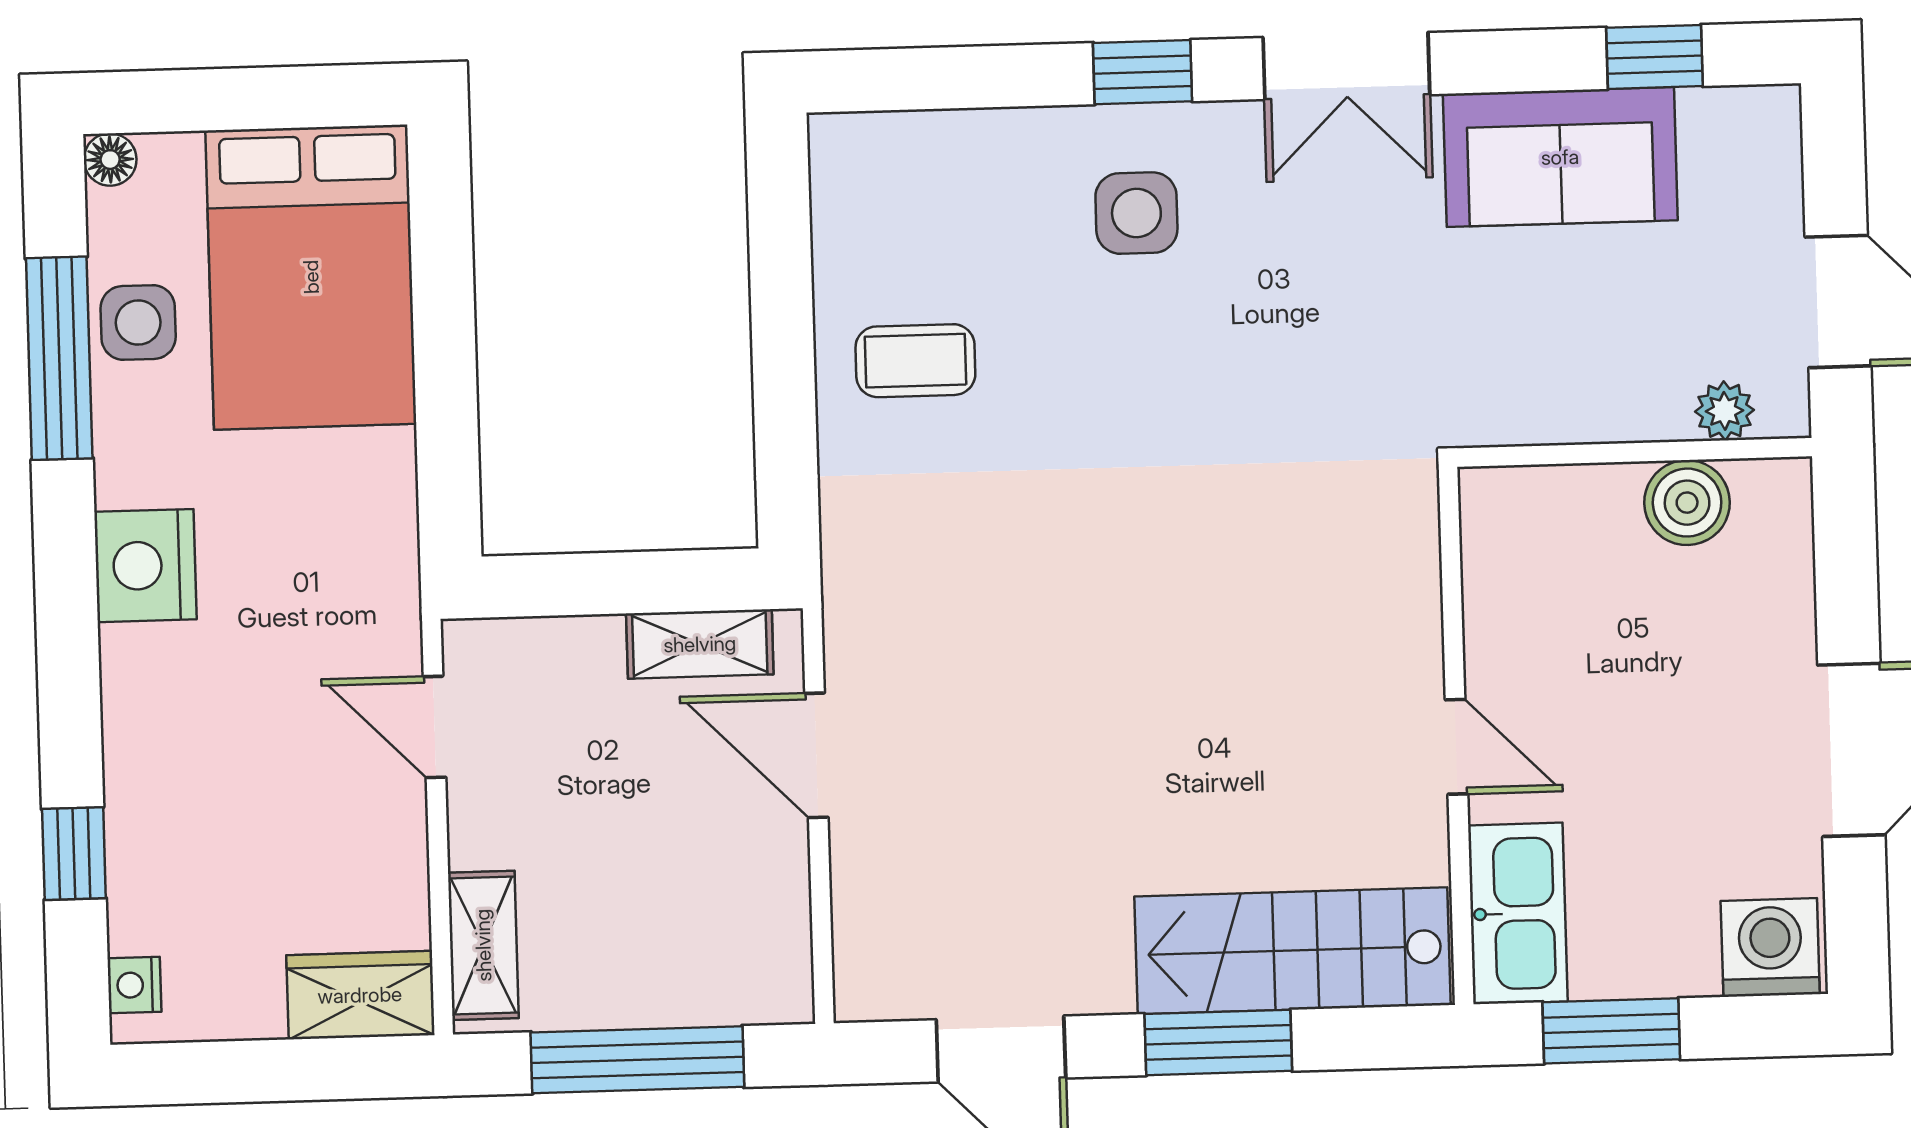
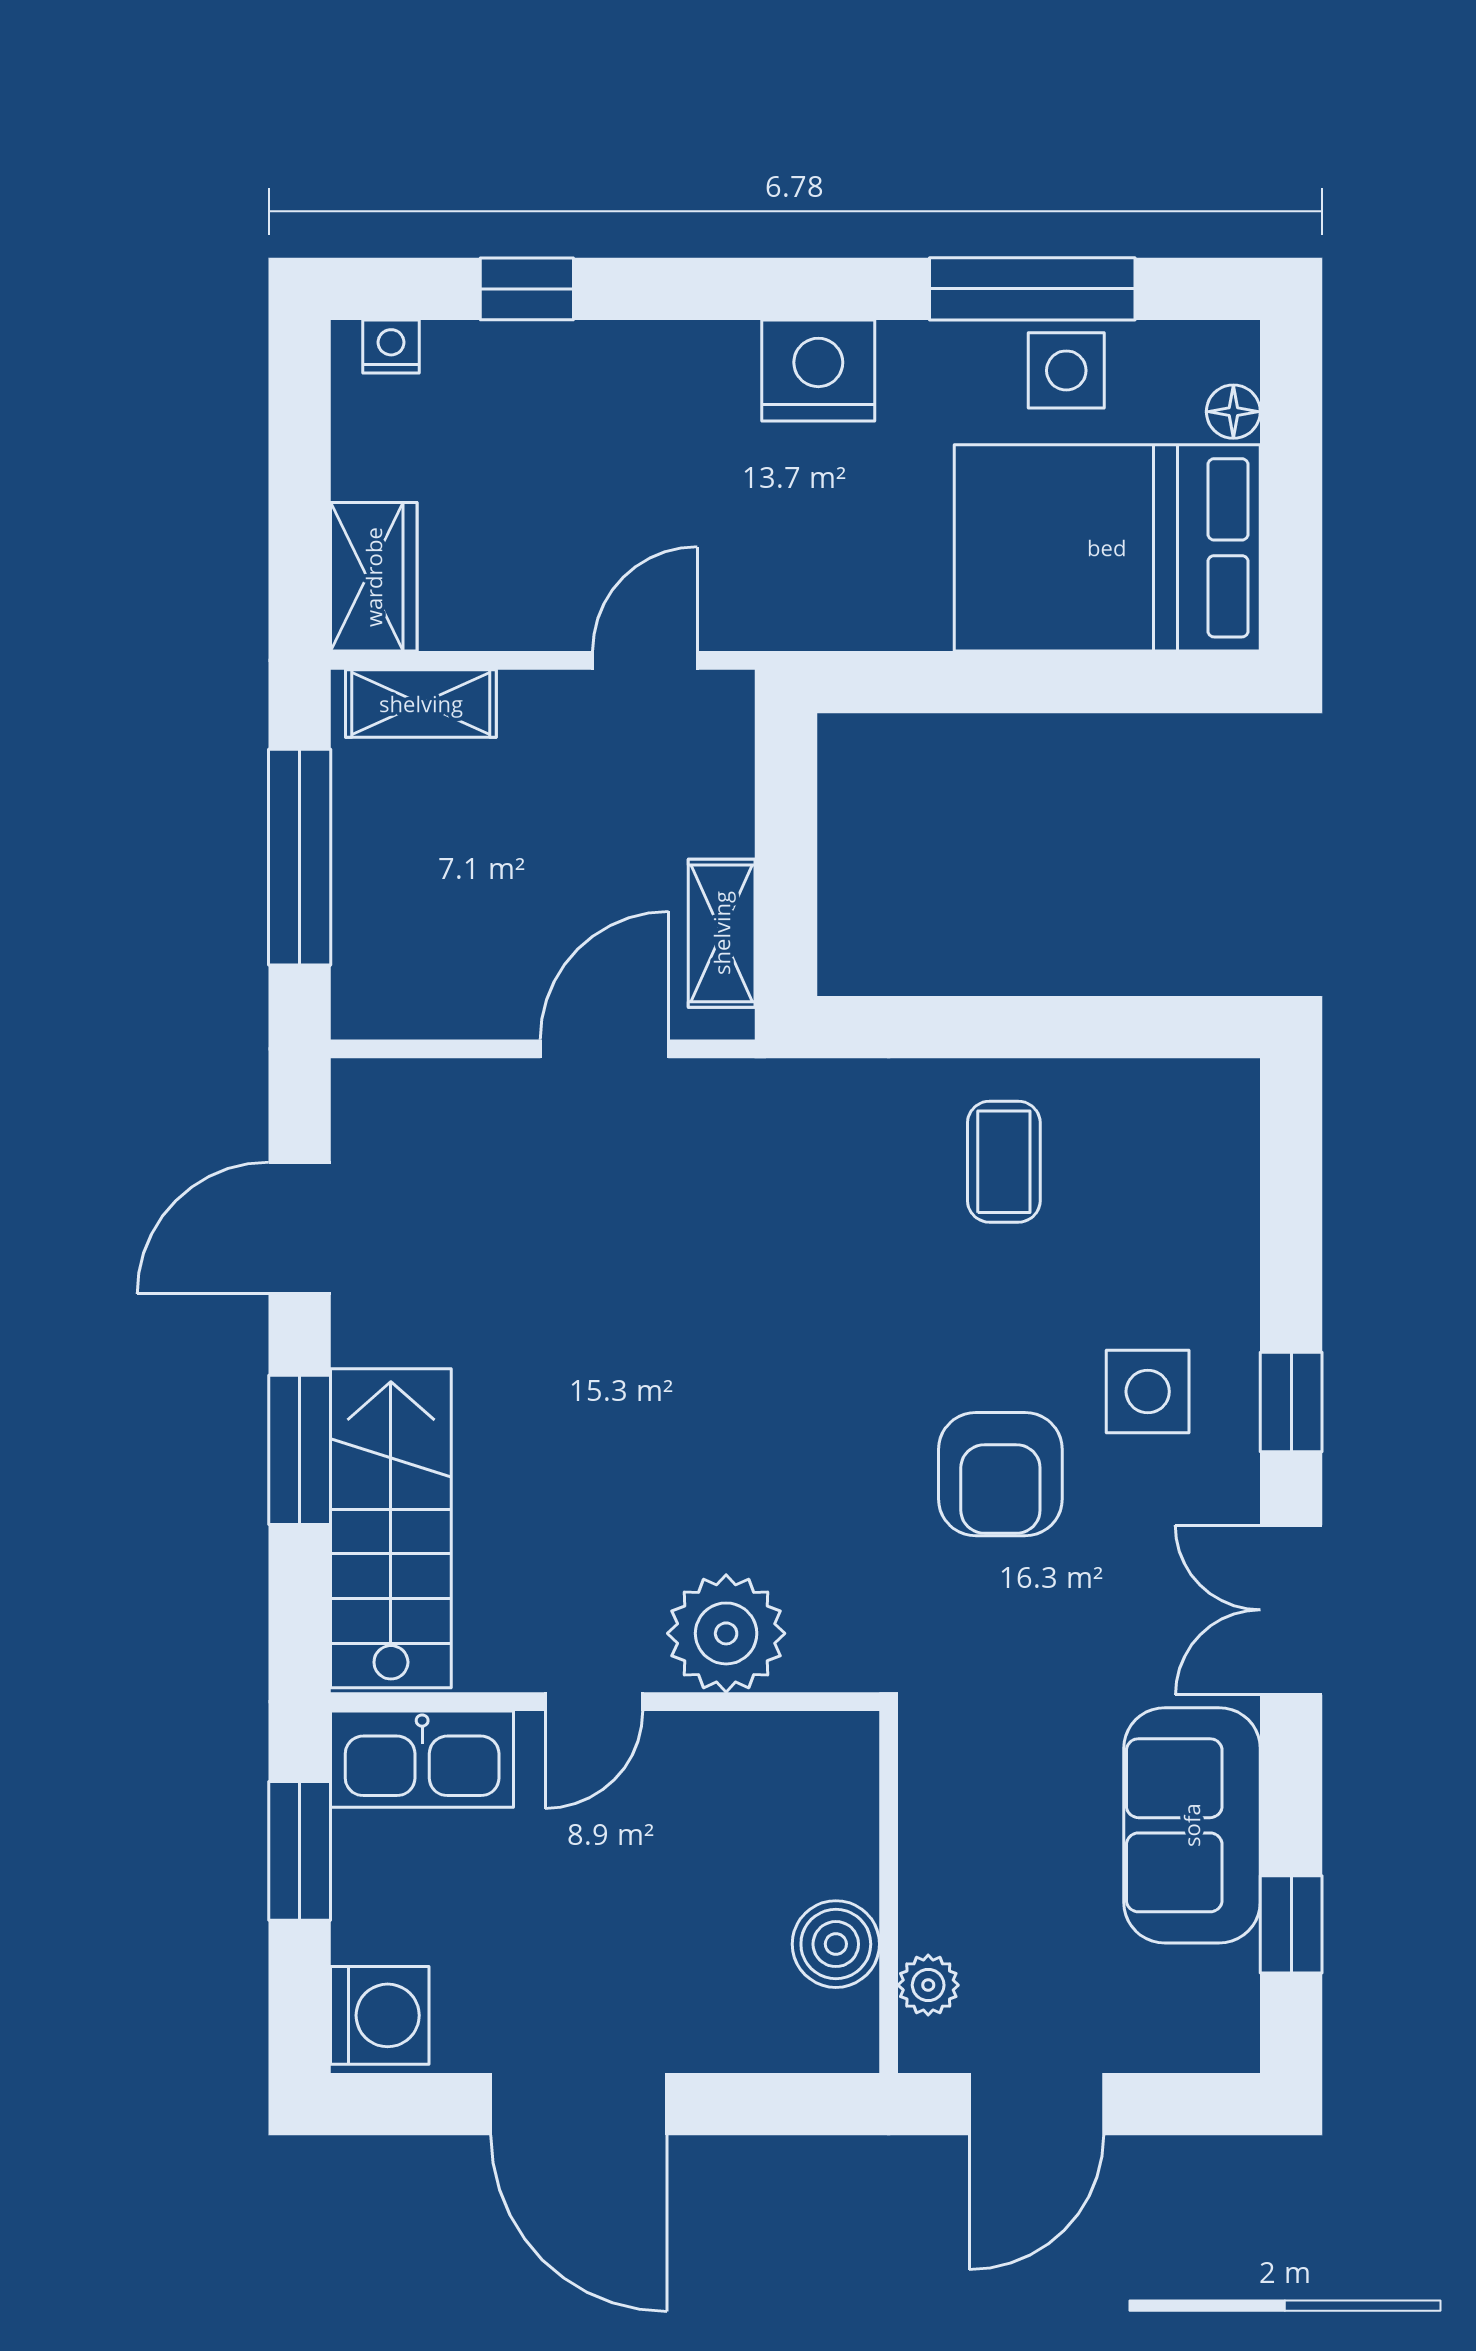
floor lamp: (110, 160) -> (1233, 412), moved
armchair: (1222, 355) -> (1000, 1474), added
plant: (1386, 619) -> (726, 1633), added

